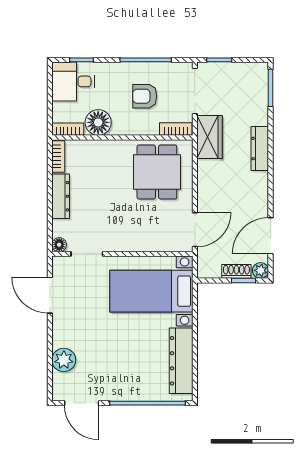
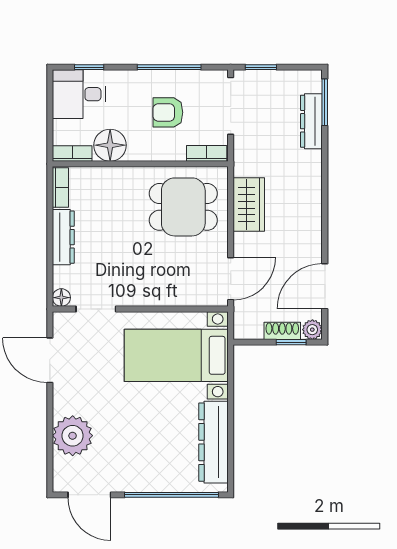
wardrobe: (209, 137) -> (249, 205), moved
dresser: (260, 149) -> (311, 121), moved
dining table: (157, 172) -> (183, 207), turned 90
plant: (64, 360) -> (73, 436), width x1.36, depth x1.36

